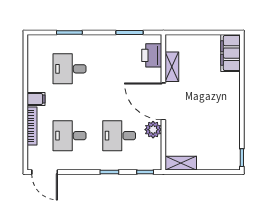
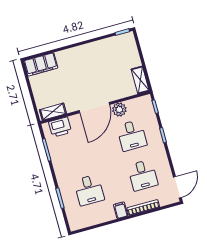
shelving: (172, 67) -> (53, 112), moved

